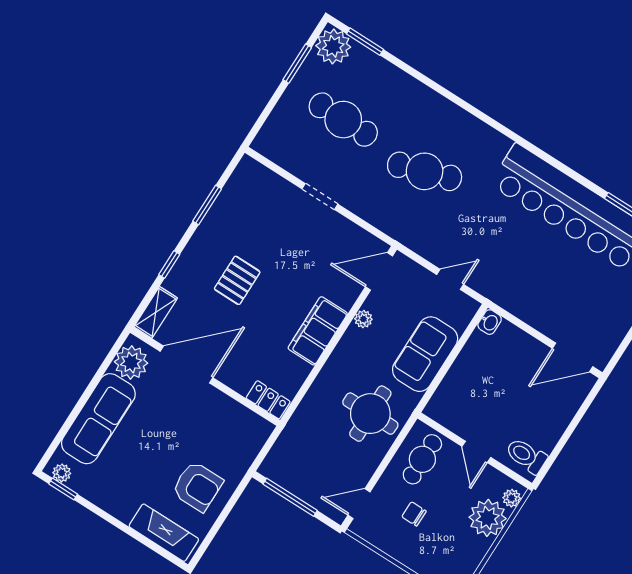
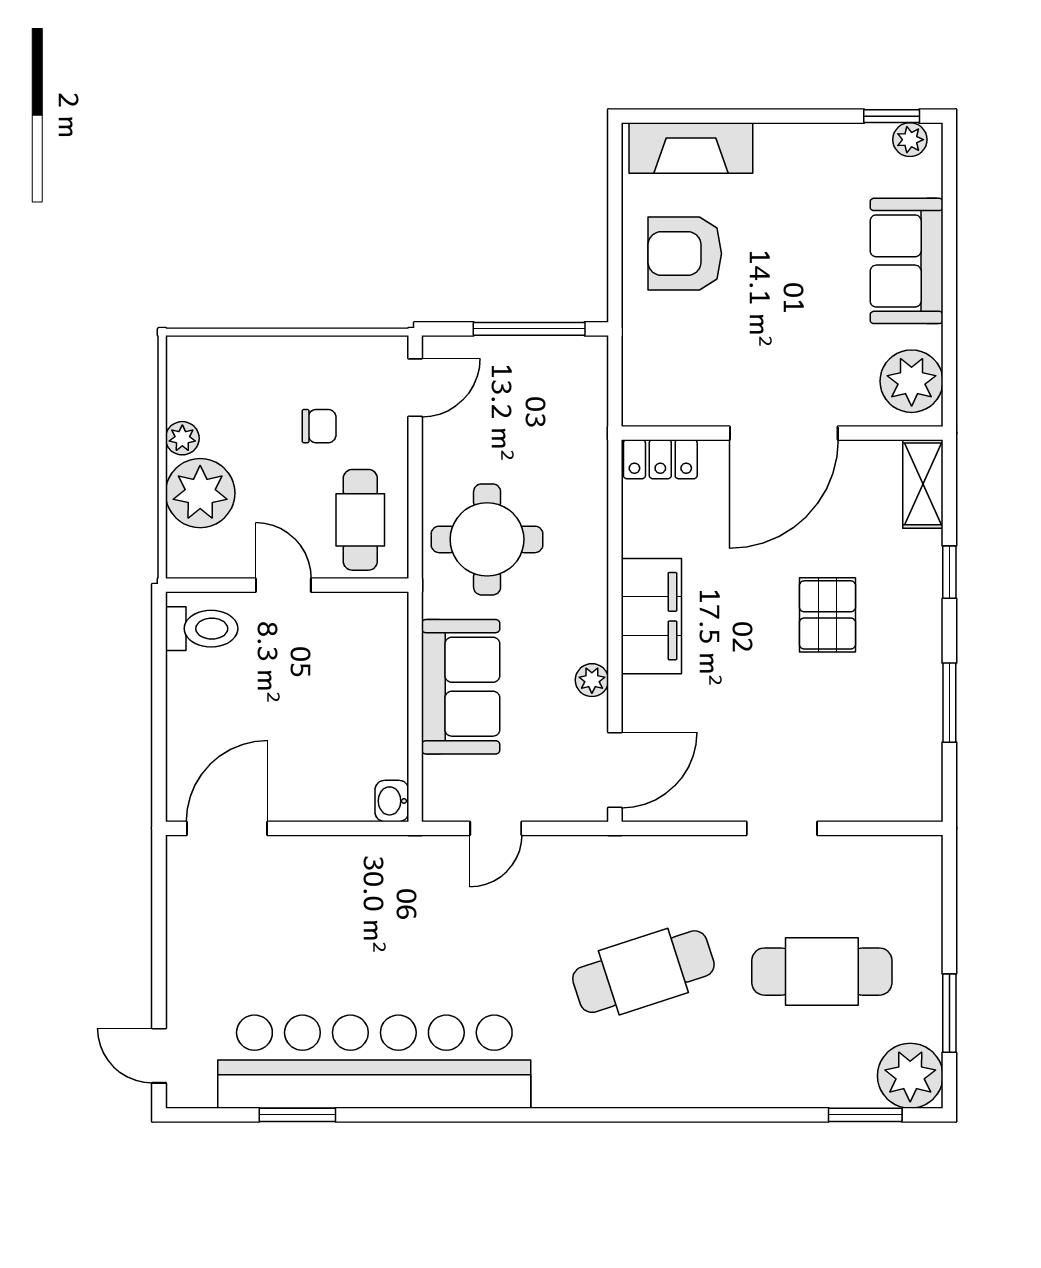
door: (186, 364) -> (784, 433), moved
sofa: (98, 419) -> (907, 261), width x0.73
plant: (512, 498) -> (182, 438), moved

